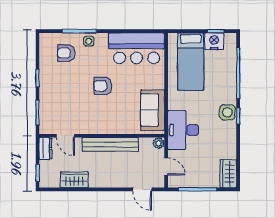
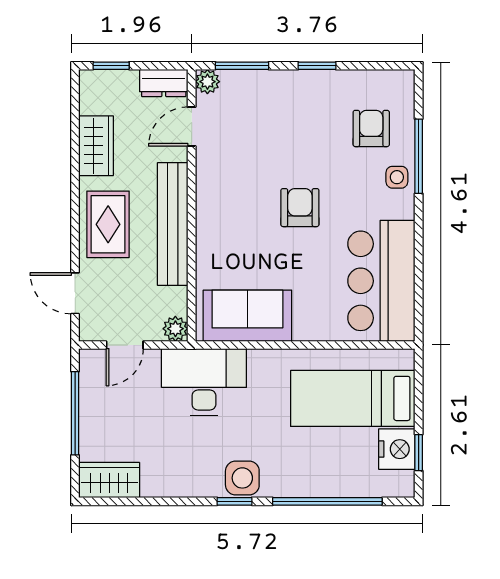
plant: (45, 128) -> (207, 82), added
rug: (111, 174) -> (108, 224), added
door: (142, 189) -> (75, 293), hinge flipped

